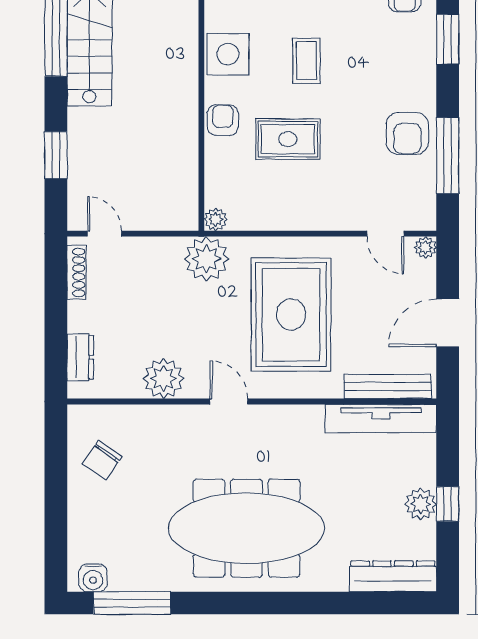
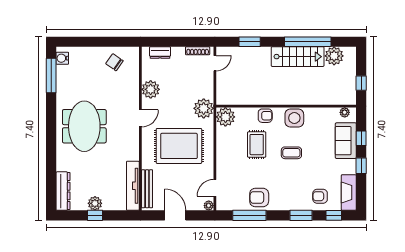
plant: (216, 219) -> (225, 117), width x1.88, depth x1.88
meeting table: (247, 528) -> (84, 126), width x0.73

